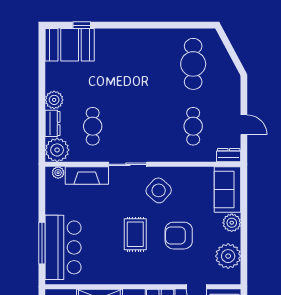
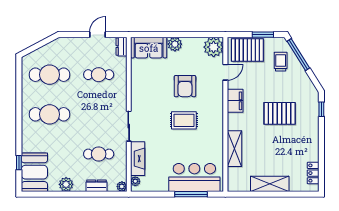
cafe table: (143, 64) -> (50, 114), added
plant: (54, 100) -> (66, 184), moved
plant: (57, 150) -> (122, 187), width x0.53, depth x0.53
side table: (159, 190) -> (149, 102), removed
plant: (228, 256) -> (214, 47), moved

